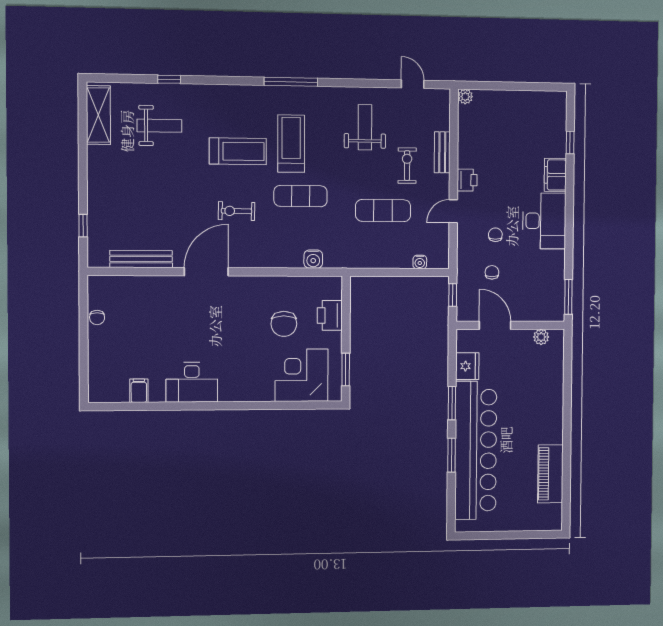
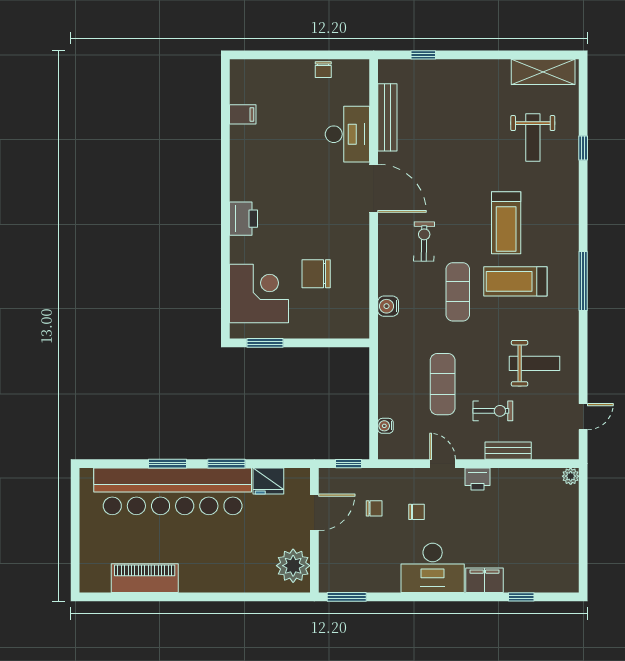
treadmill: (291, 144) -> (515, 281), turned 180
exercise bike: (237, 211) -> (424, 242), moved
printer: (330, 315) -> (244, 219), moved, turned 90
chair: (97, 318) -> (323, 70), turned -90
plant: (541, 337) -> (293, 566), width x1.88, depth x1.88
desk: (192, 382) -> (347, 134), moved, turned 180

